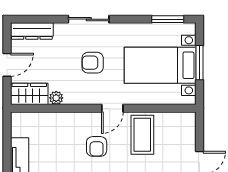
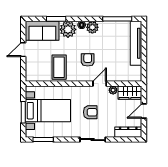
door: (112, 108) -> (100, 84), moved

